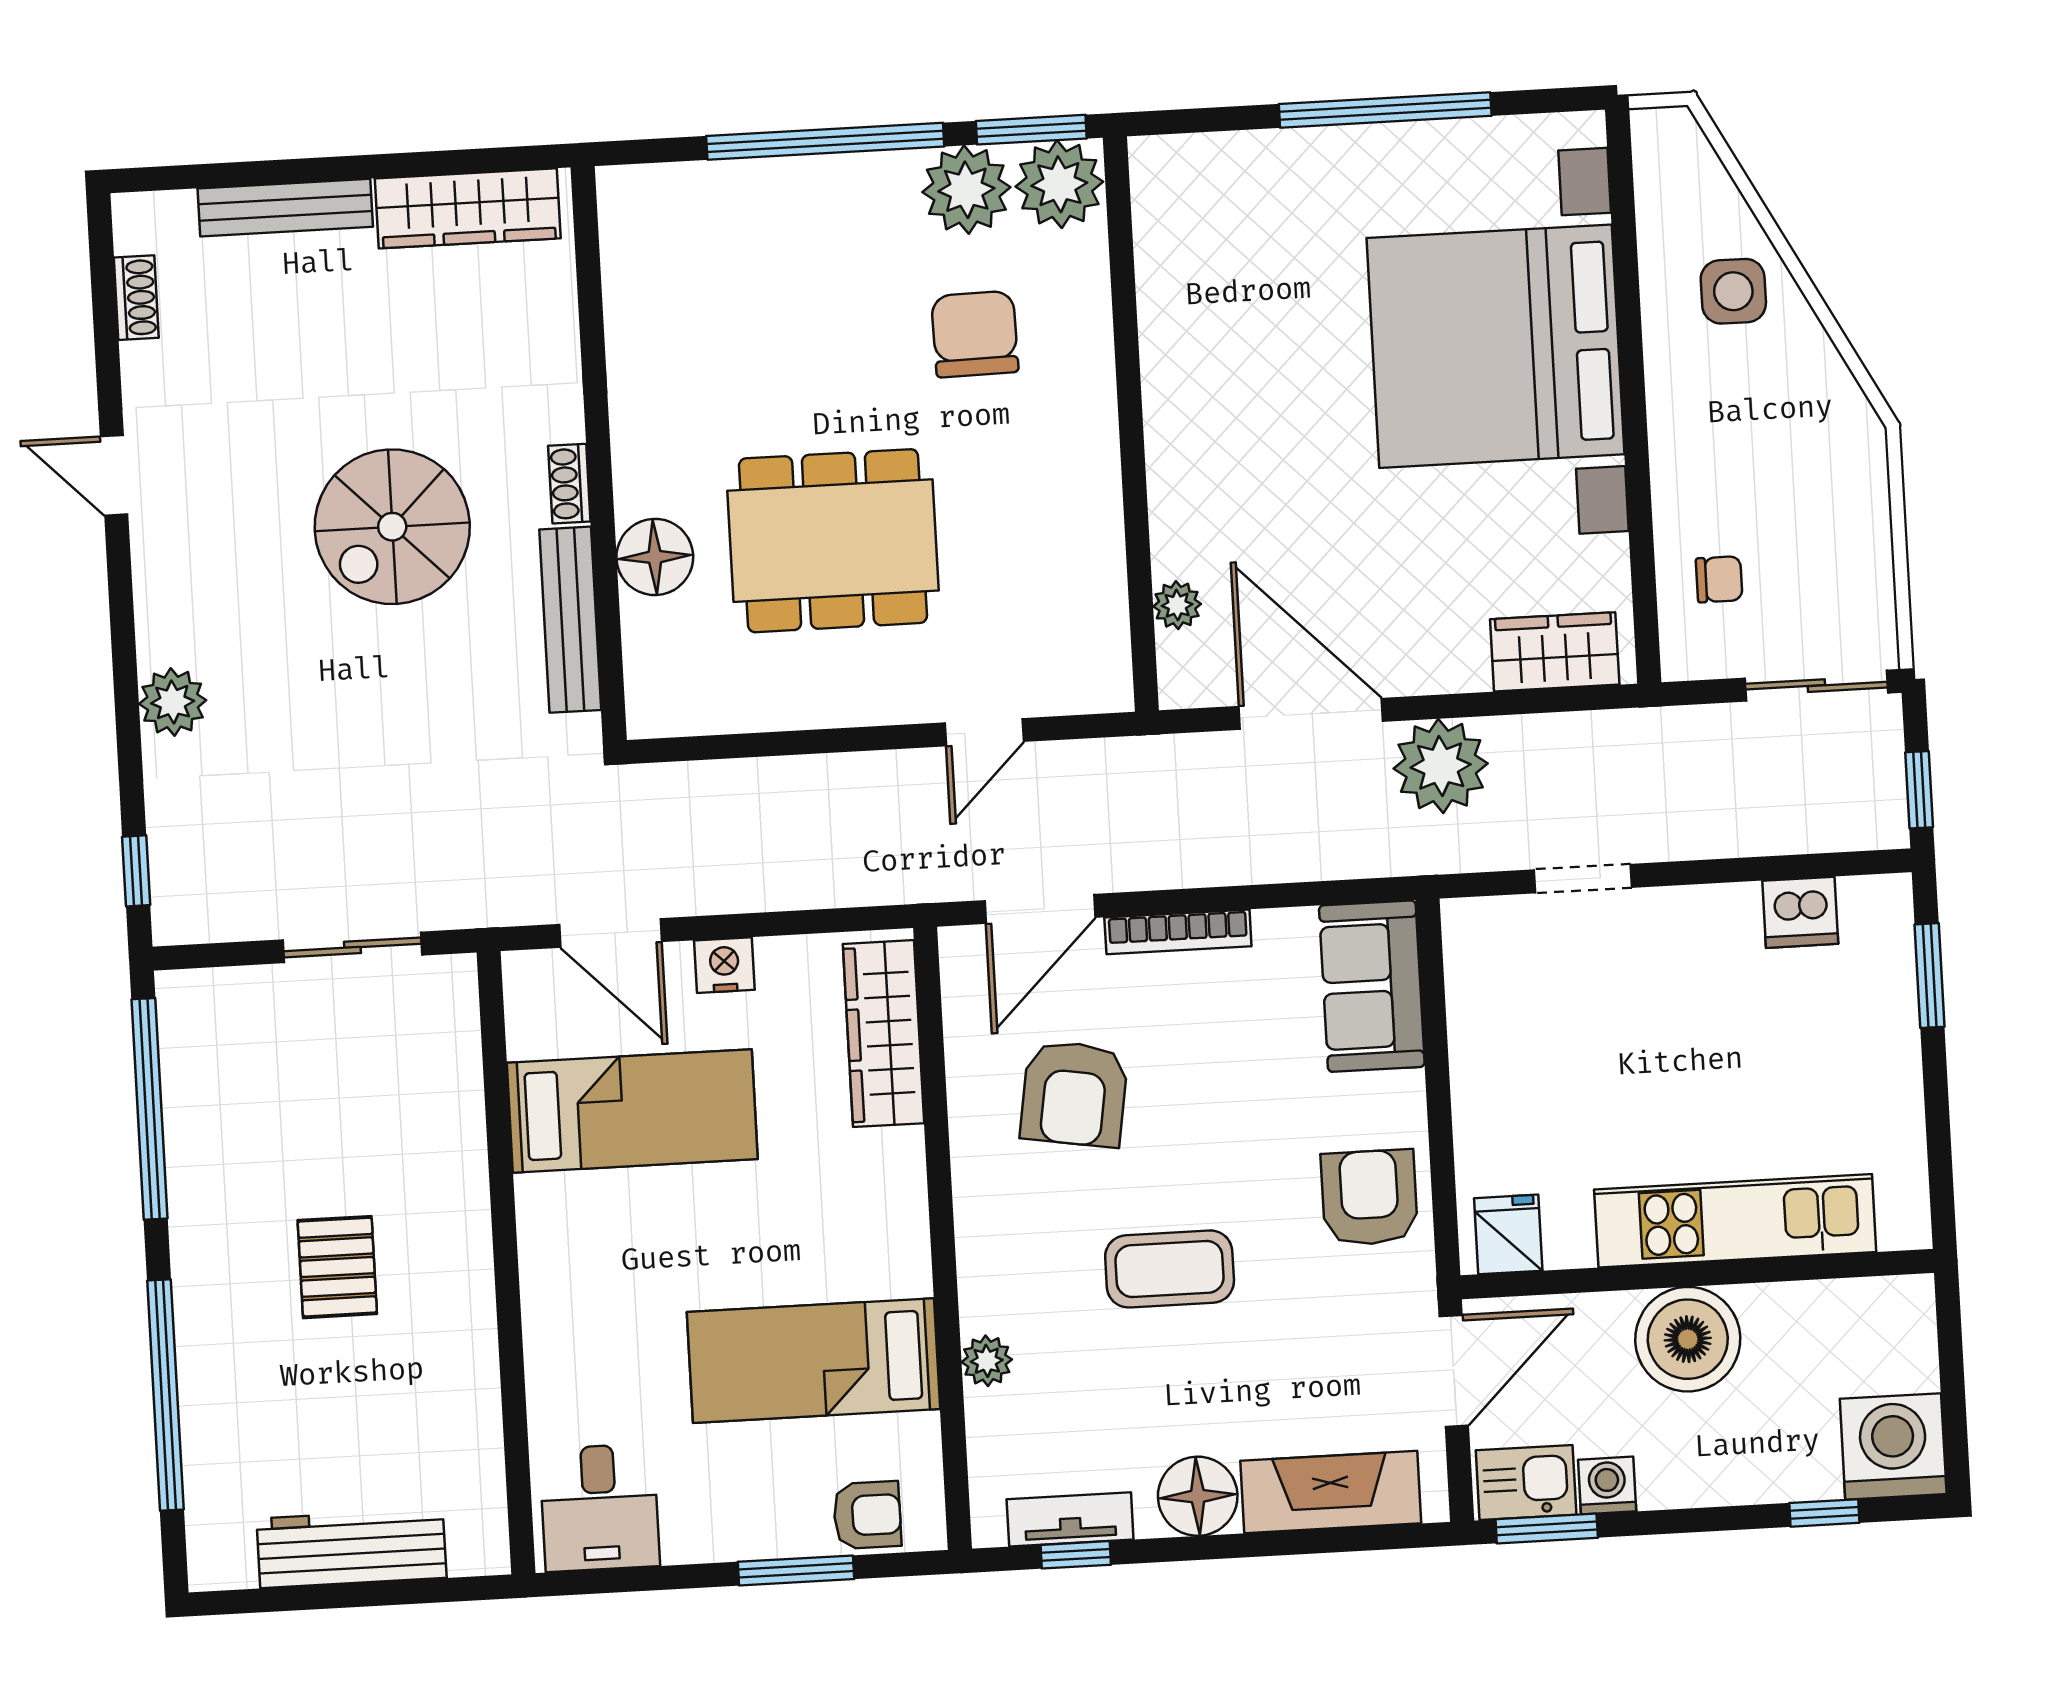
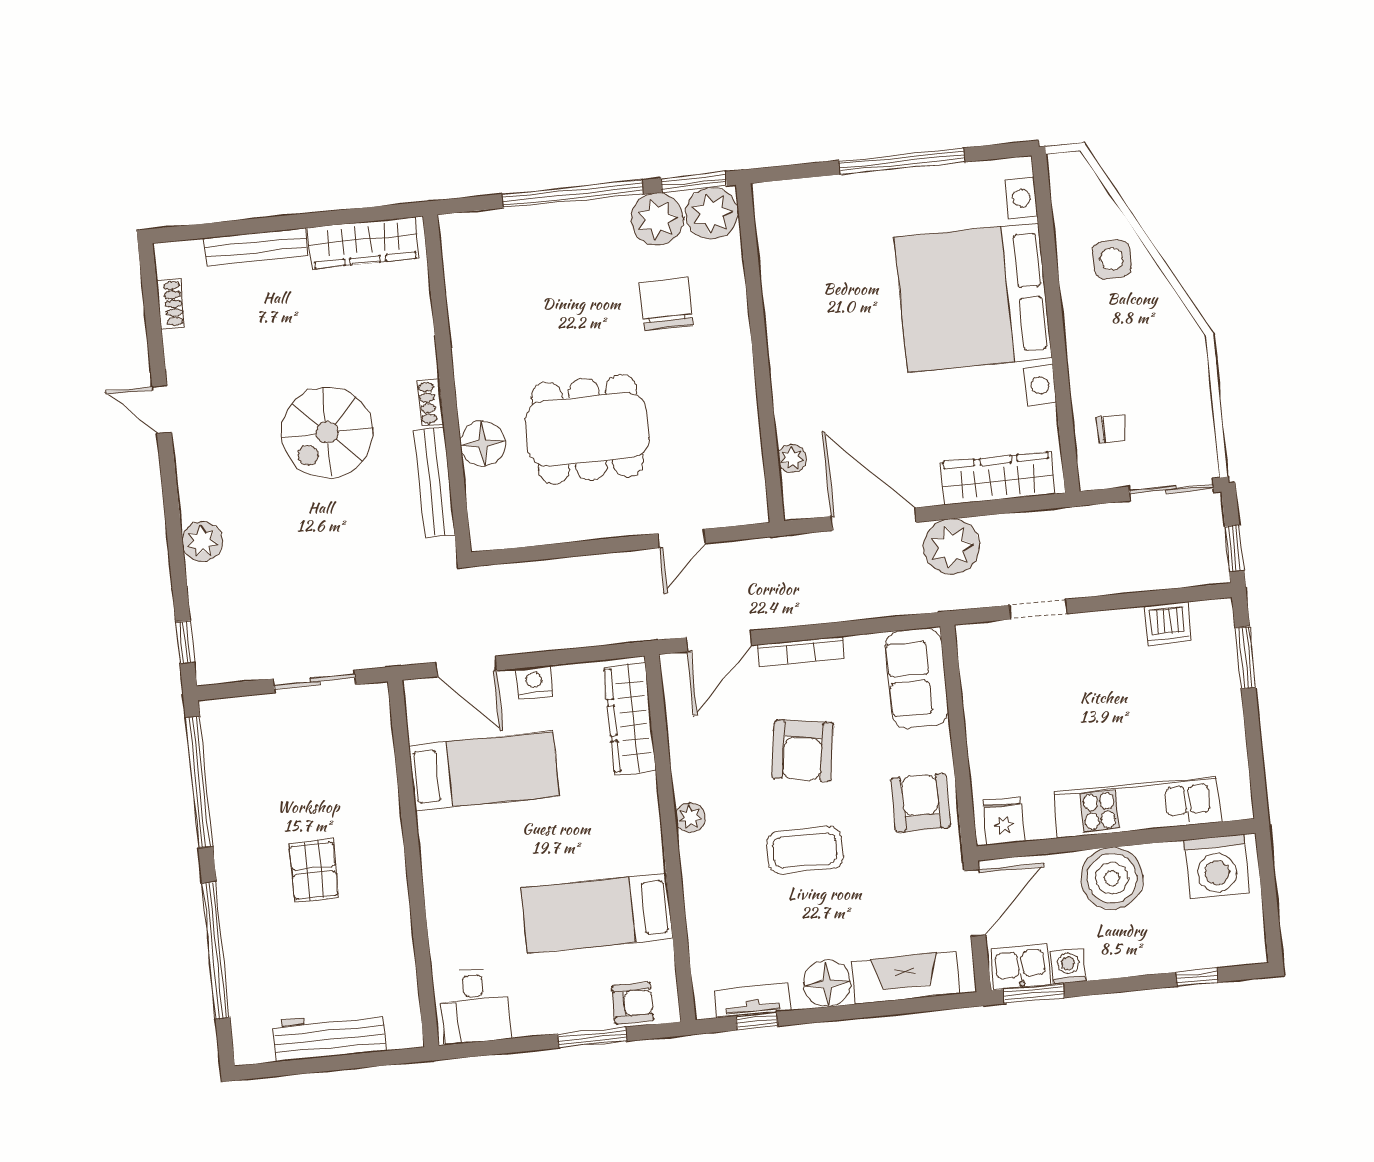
wardrobe: (1555, 652) -> (997, 478), width x1.50
armchair: (1074, 1094) -> (803, 751), moved
plant: (987, 1361) -> (690, 818), moved
washing machine: (1893, 1446) -> (1217, 867), moved, turned 180

